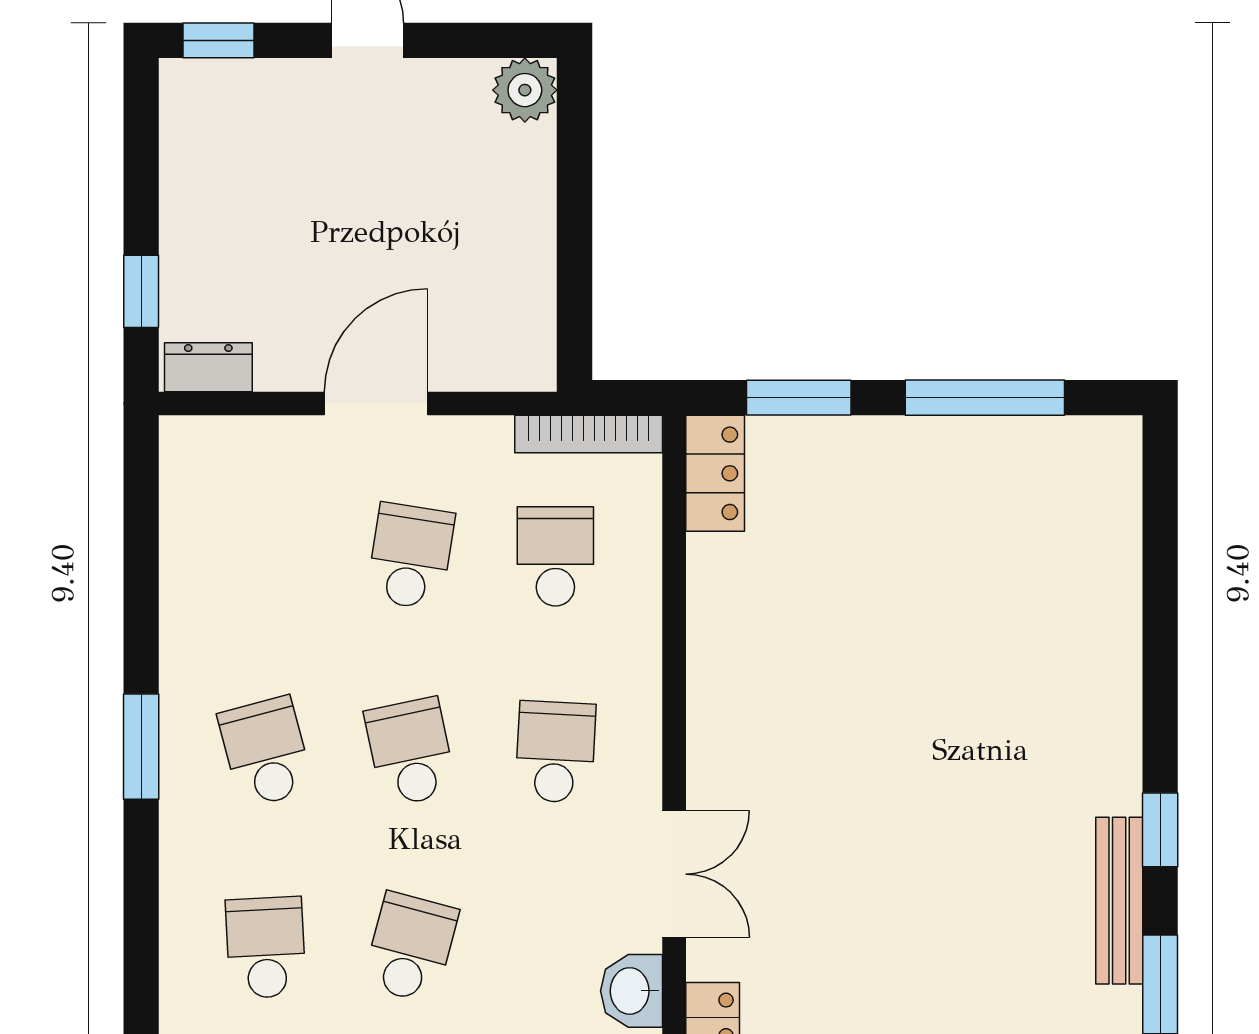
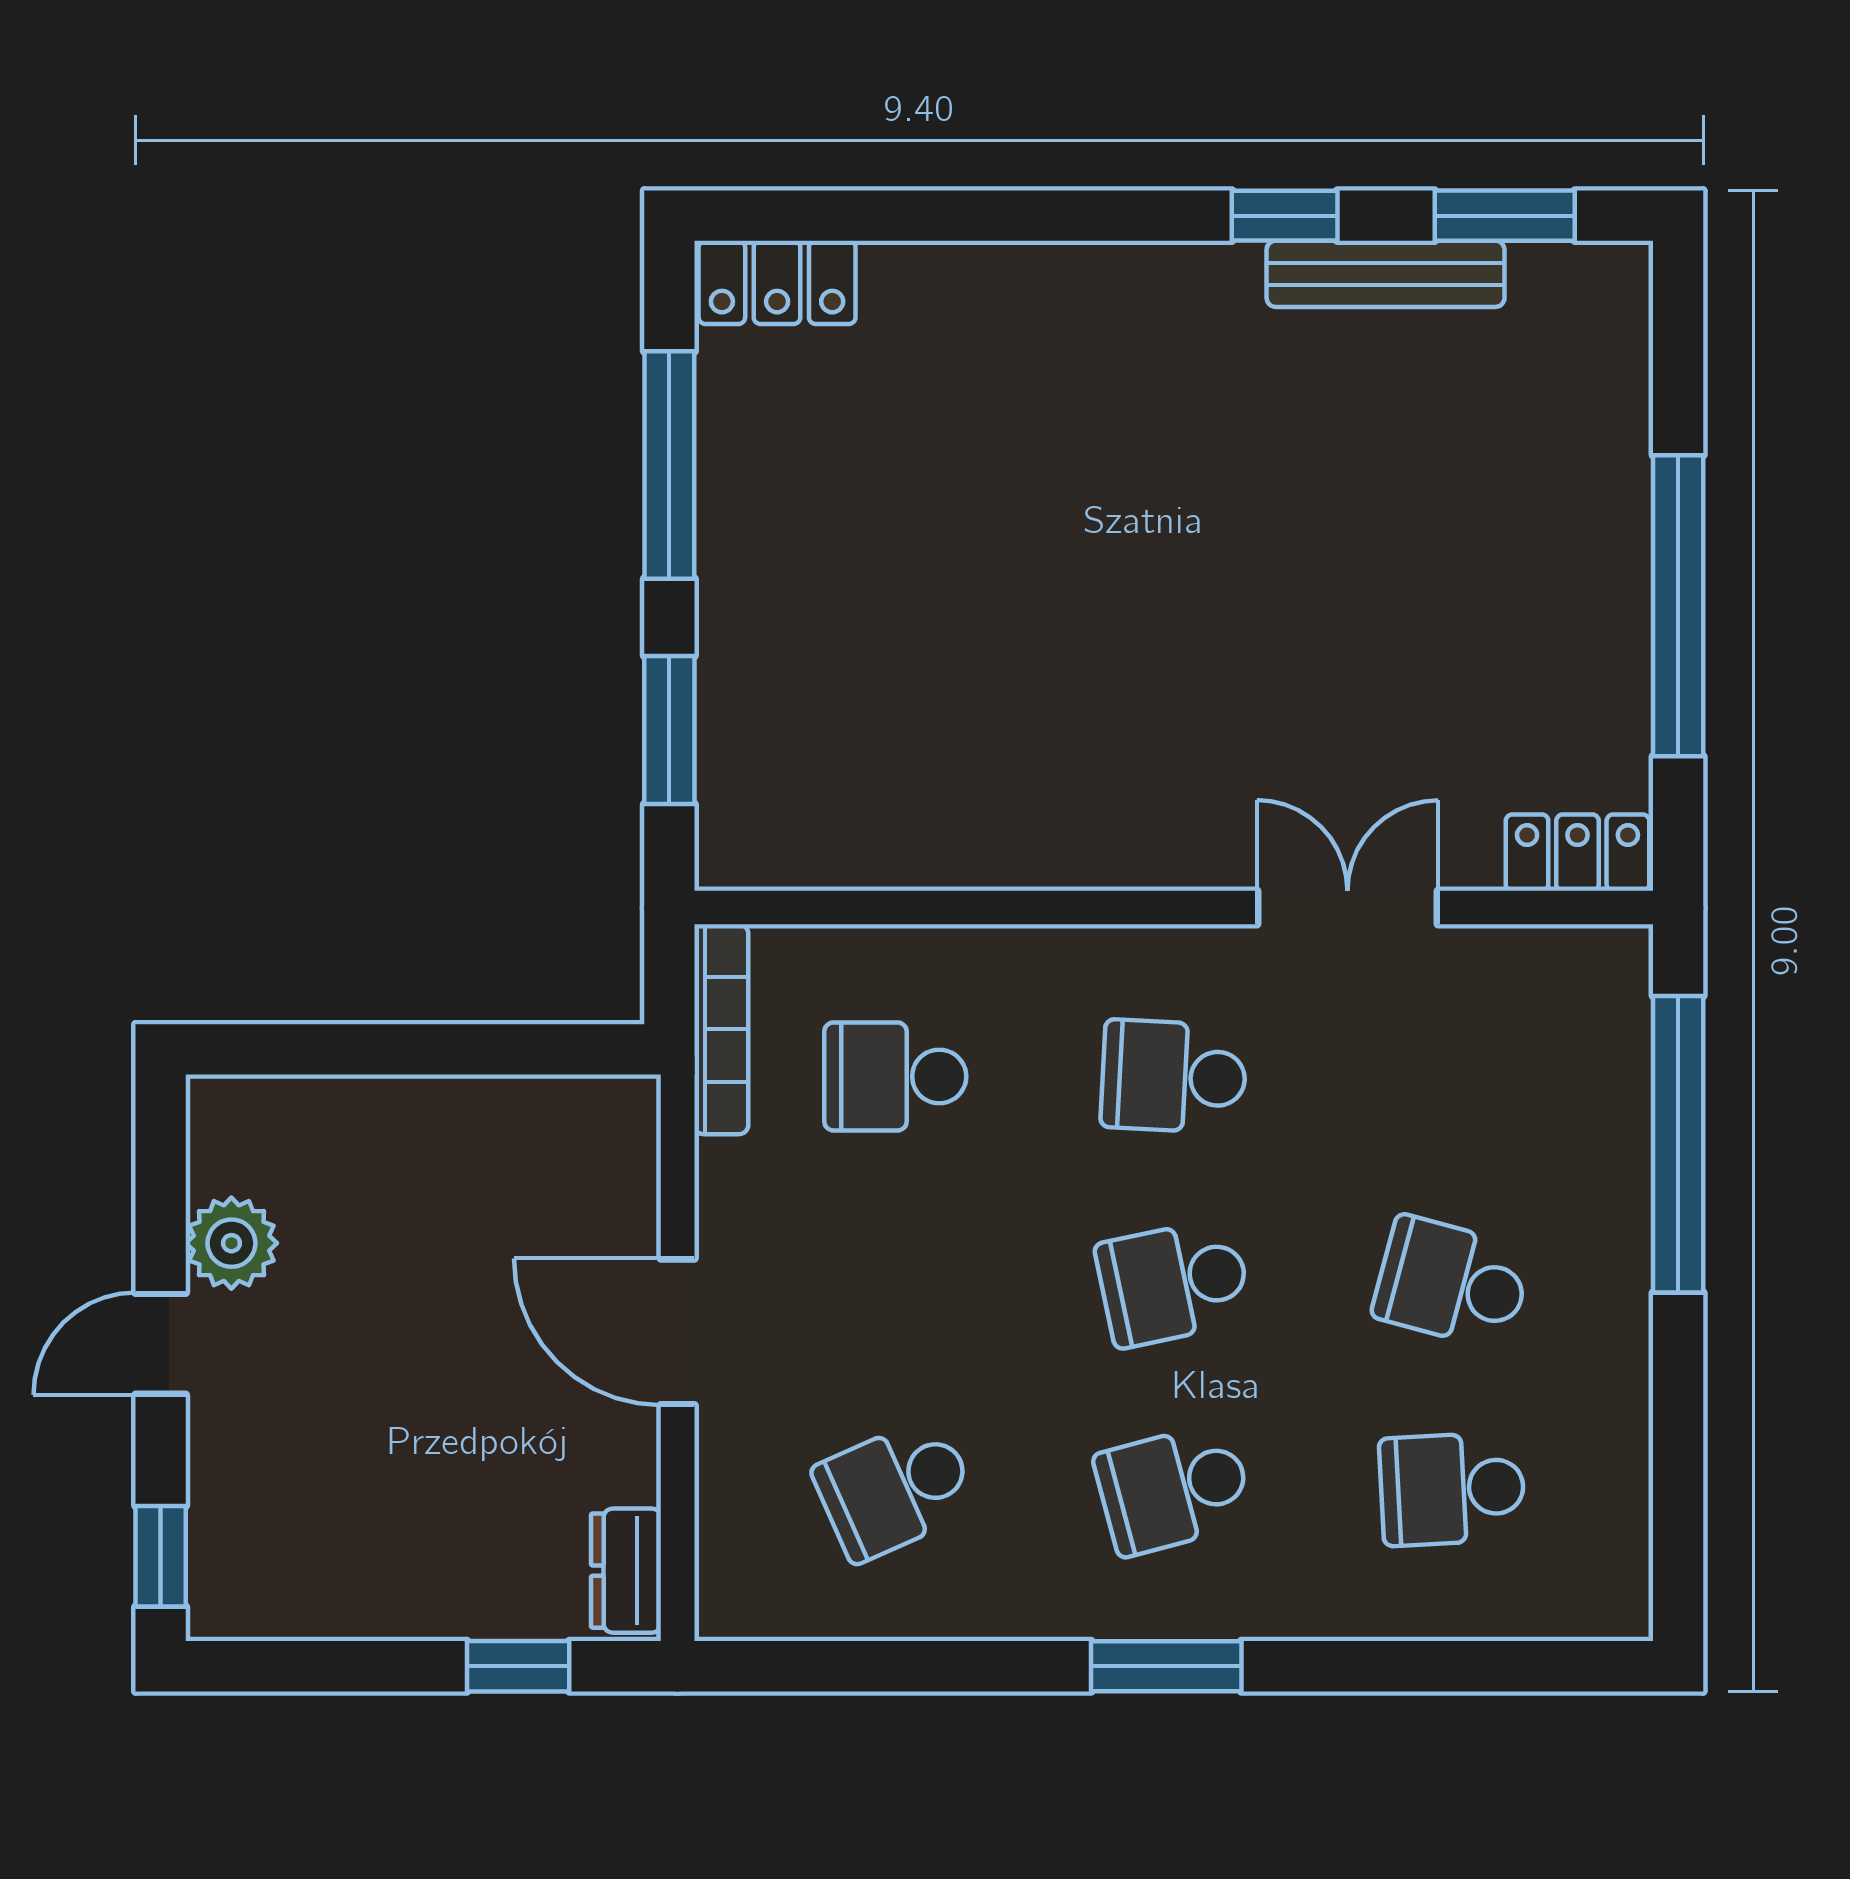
plant: (525, 90) -> (231, 1243), moved
locker: (715, 473) -> (777, 282), moved, turned 180
school desk: (411, 556) -> (895, 1489), moved, turned -33
washbasin: (631, 991) -> (1514, 968), removed

